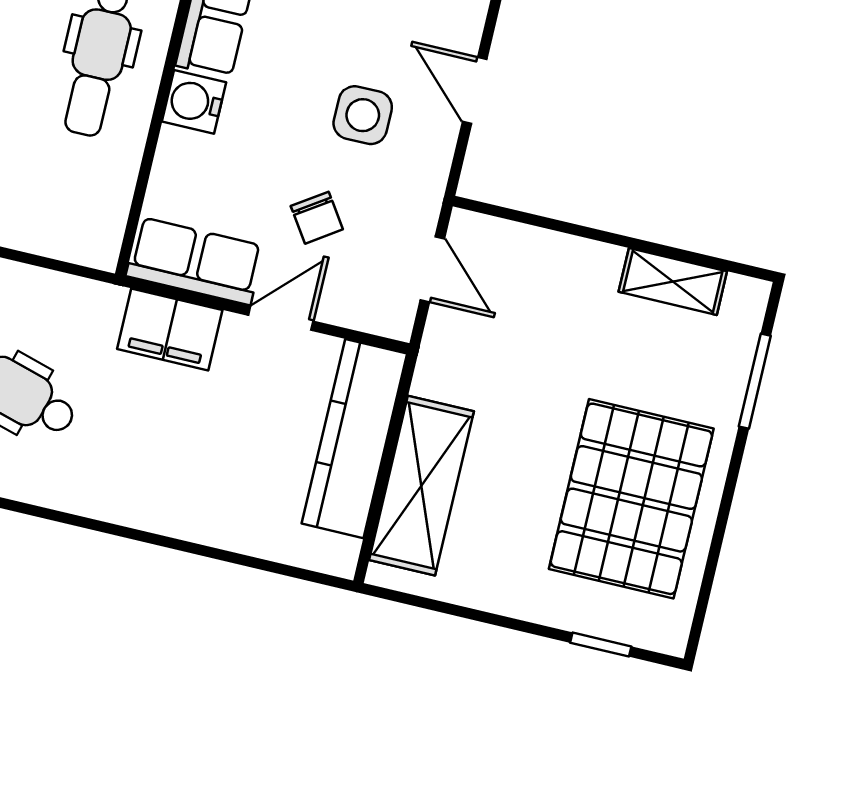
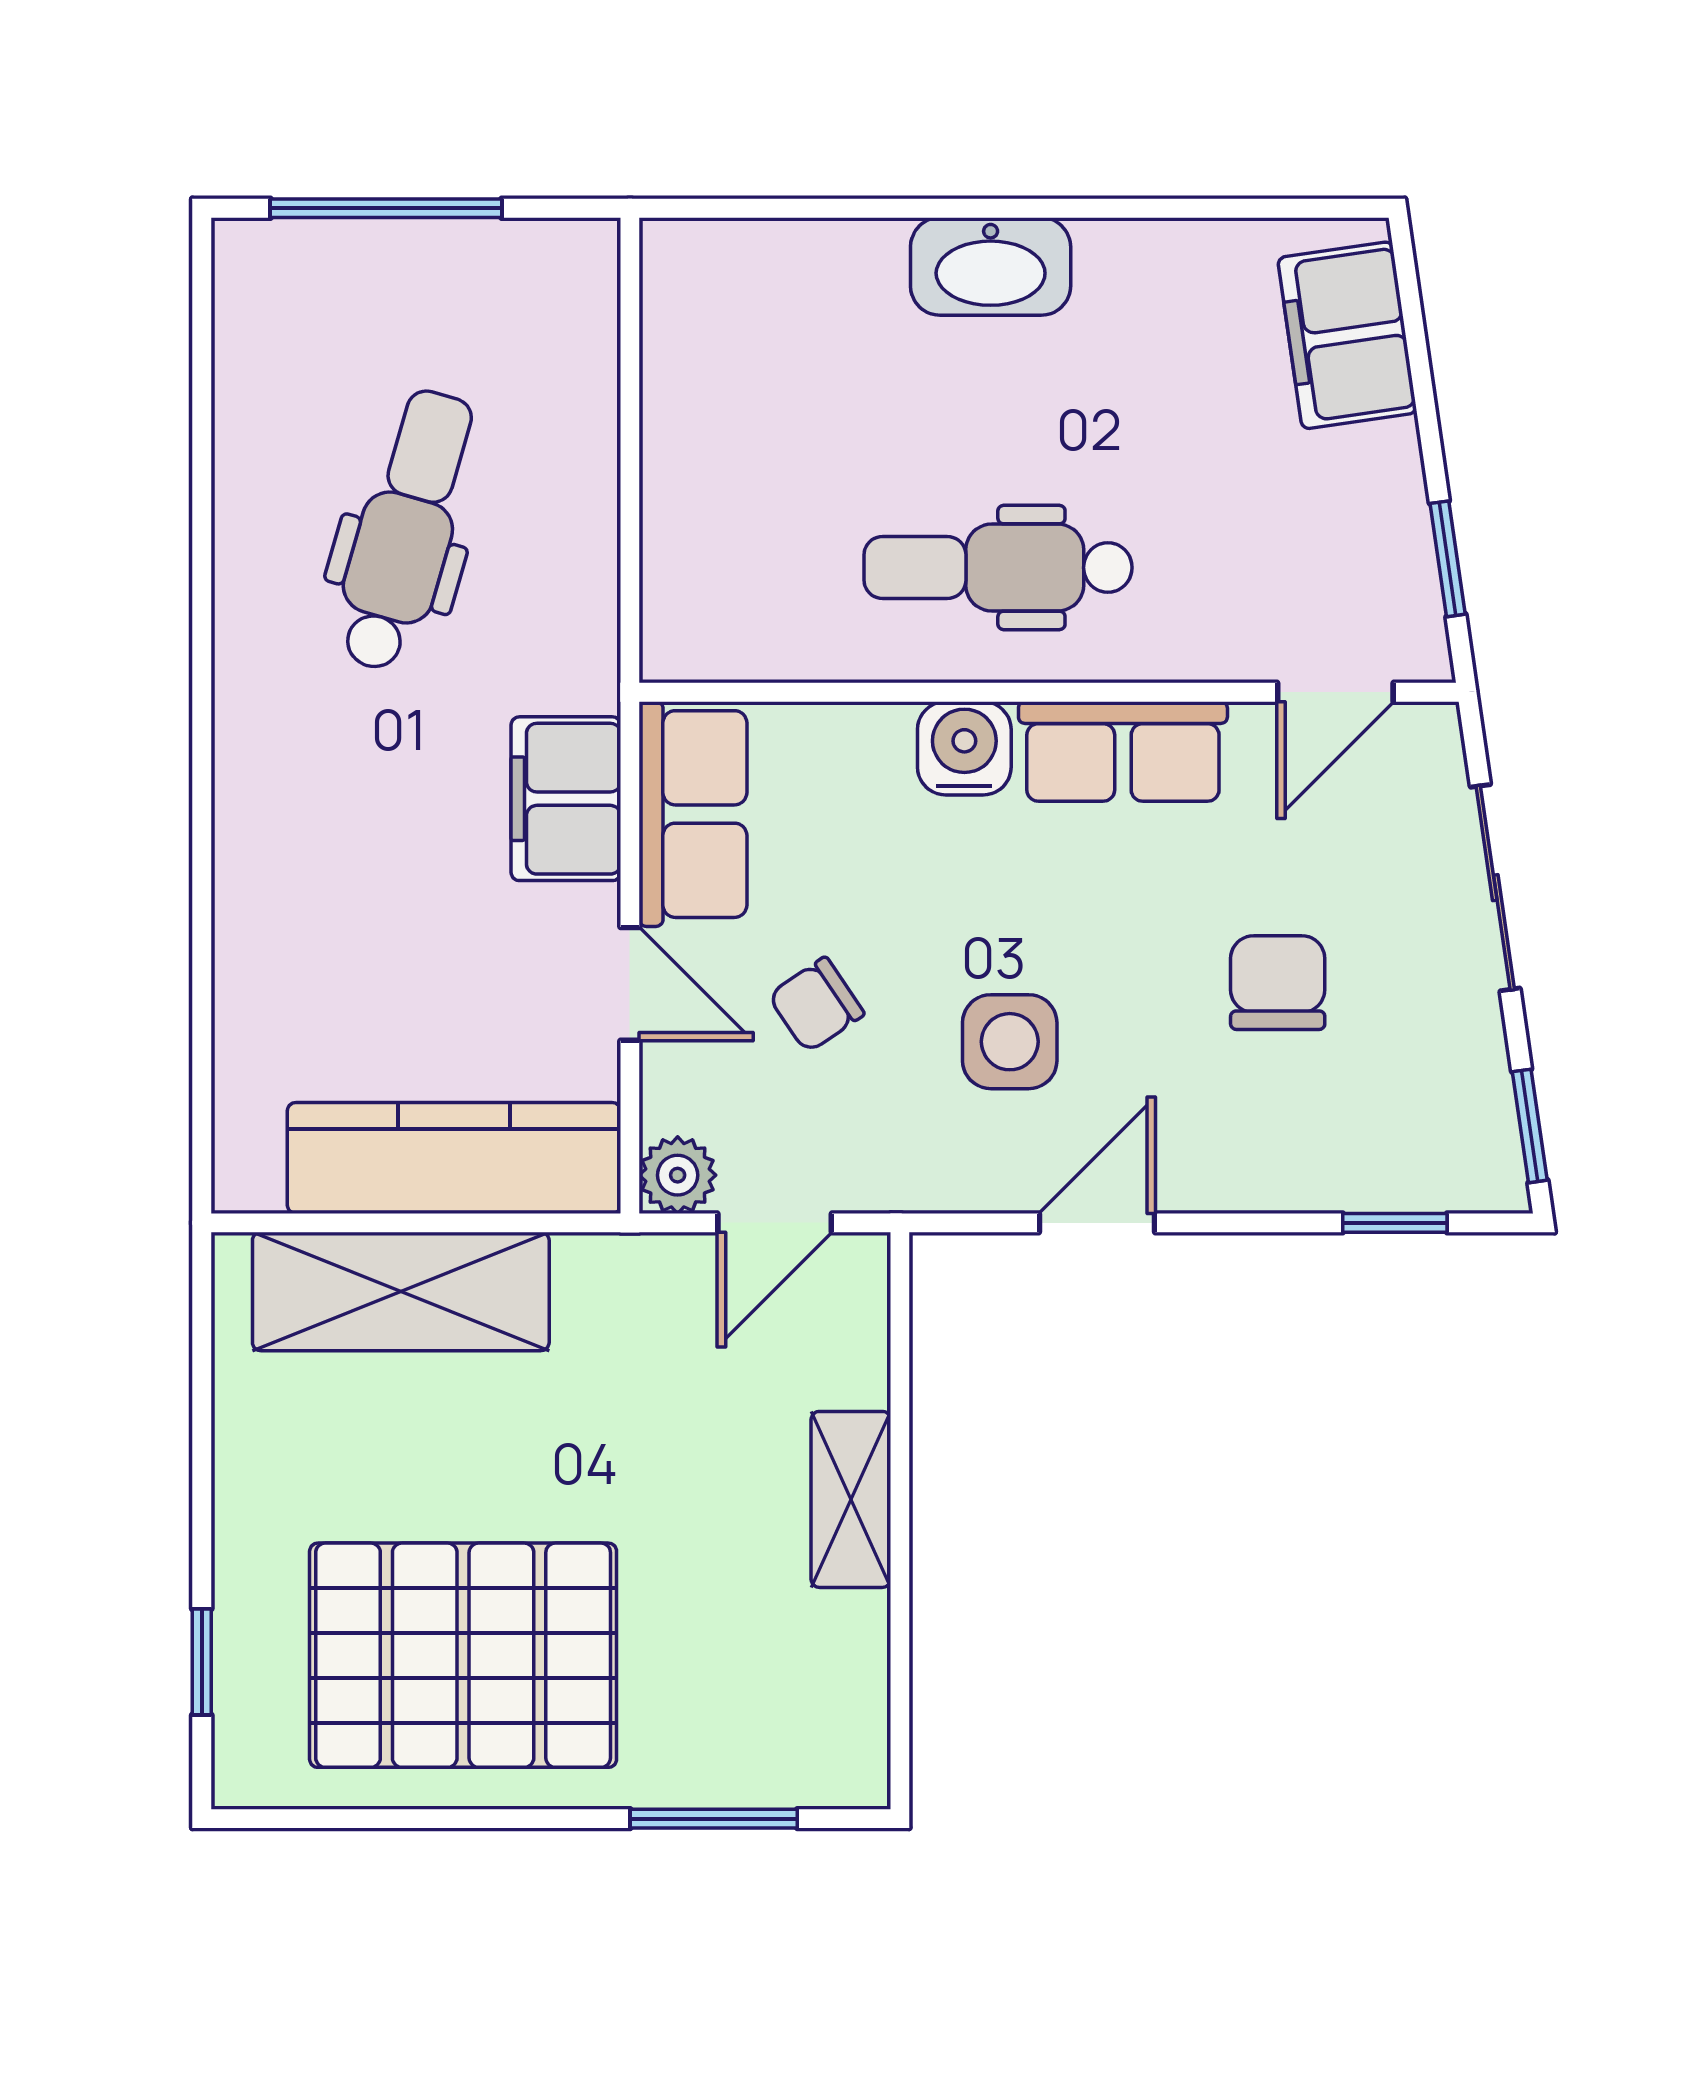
shelving: (673, 281) -> (851, 1499), moved
plant: (393, 317) -> (678, 1175), added

